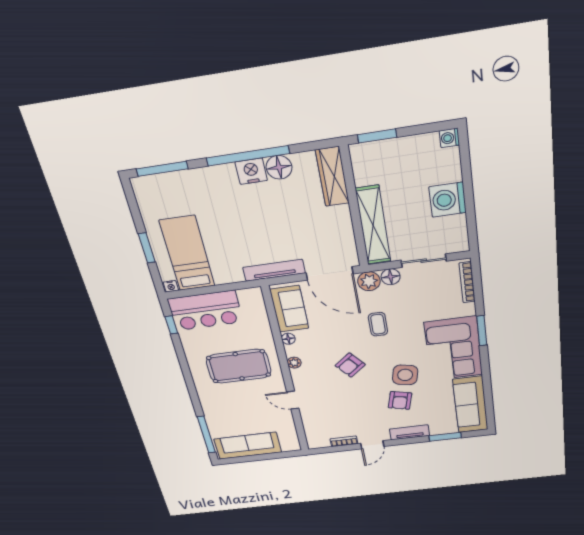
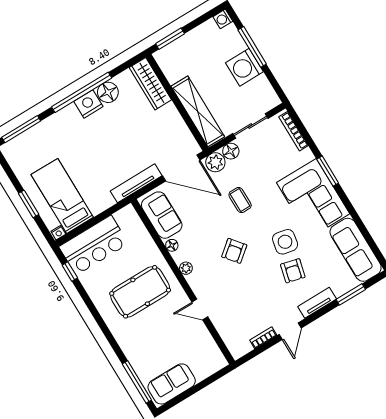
window: (467, 182) -> (252, 47), added
sofa: (248, 446) -> (172, 384), width x0.73

